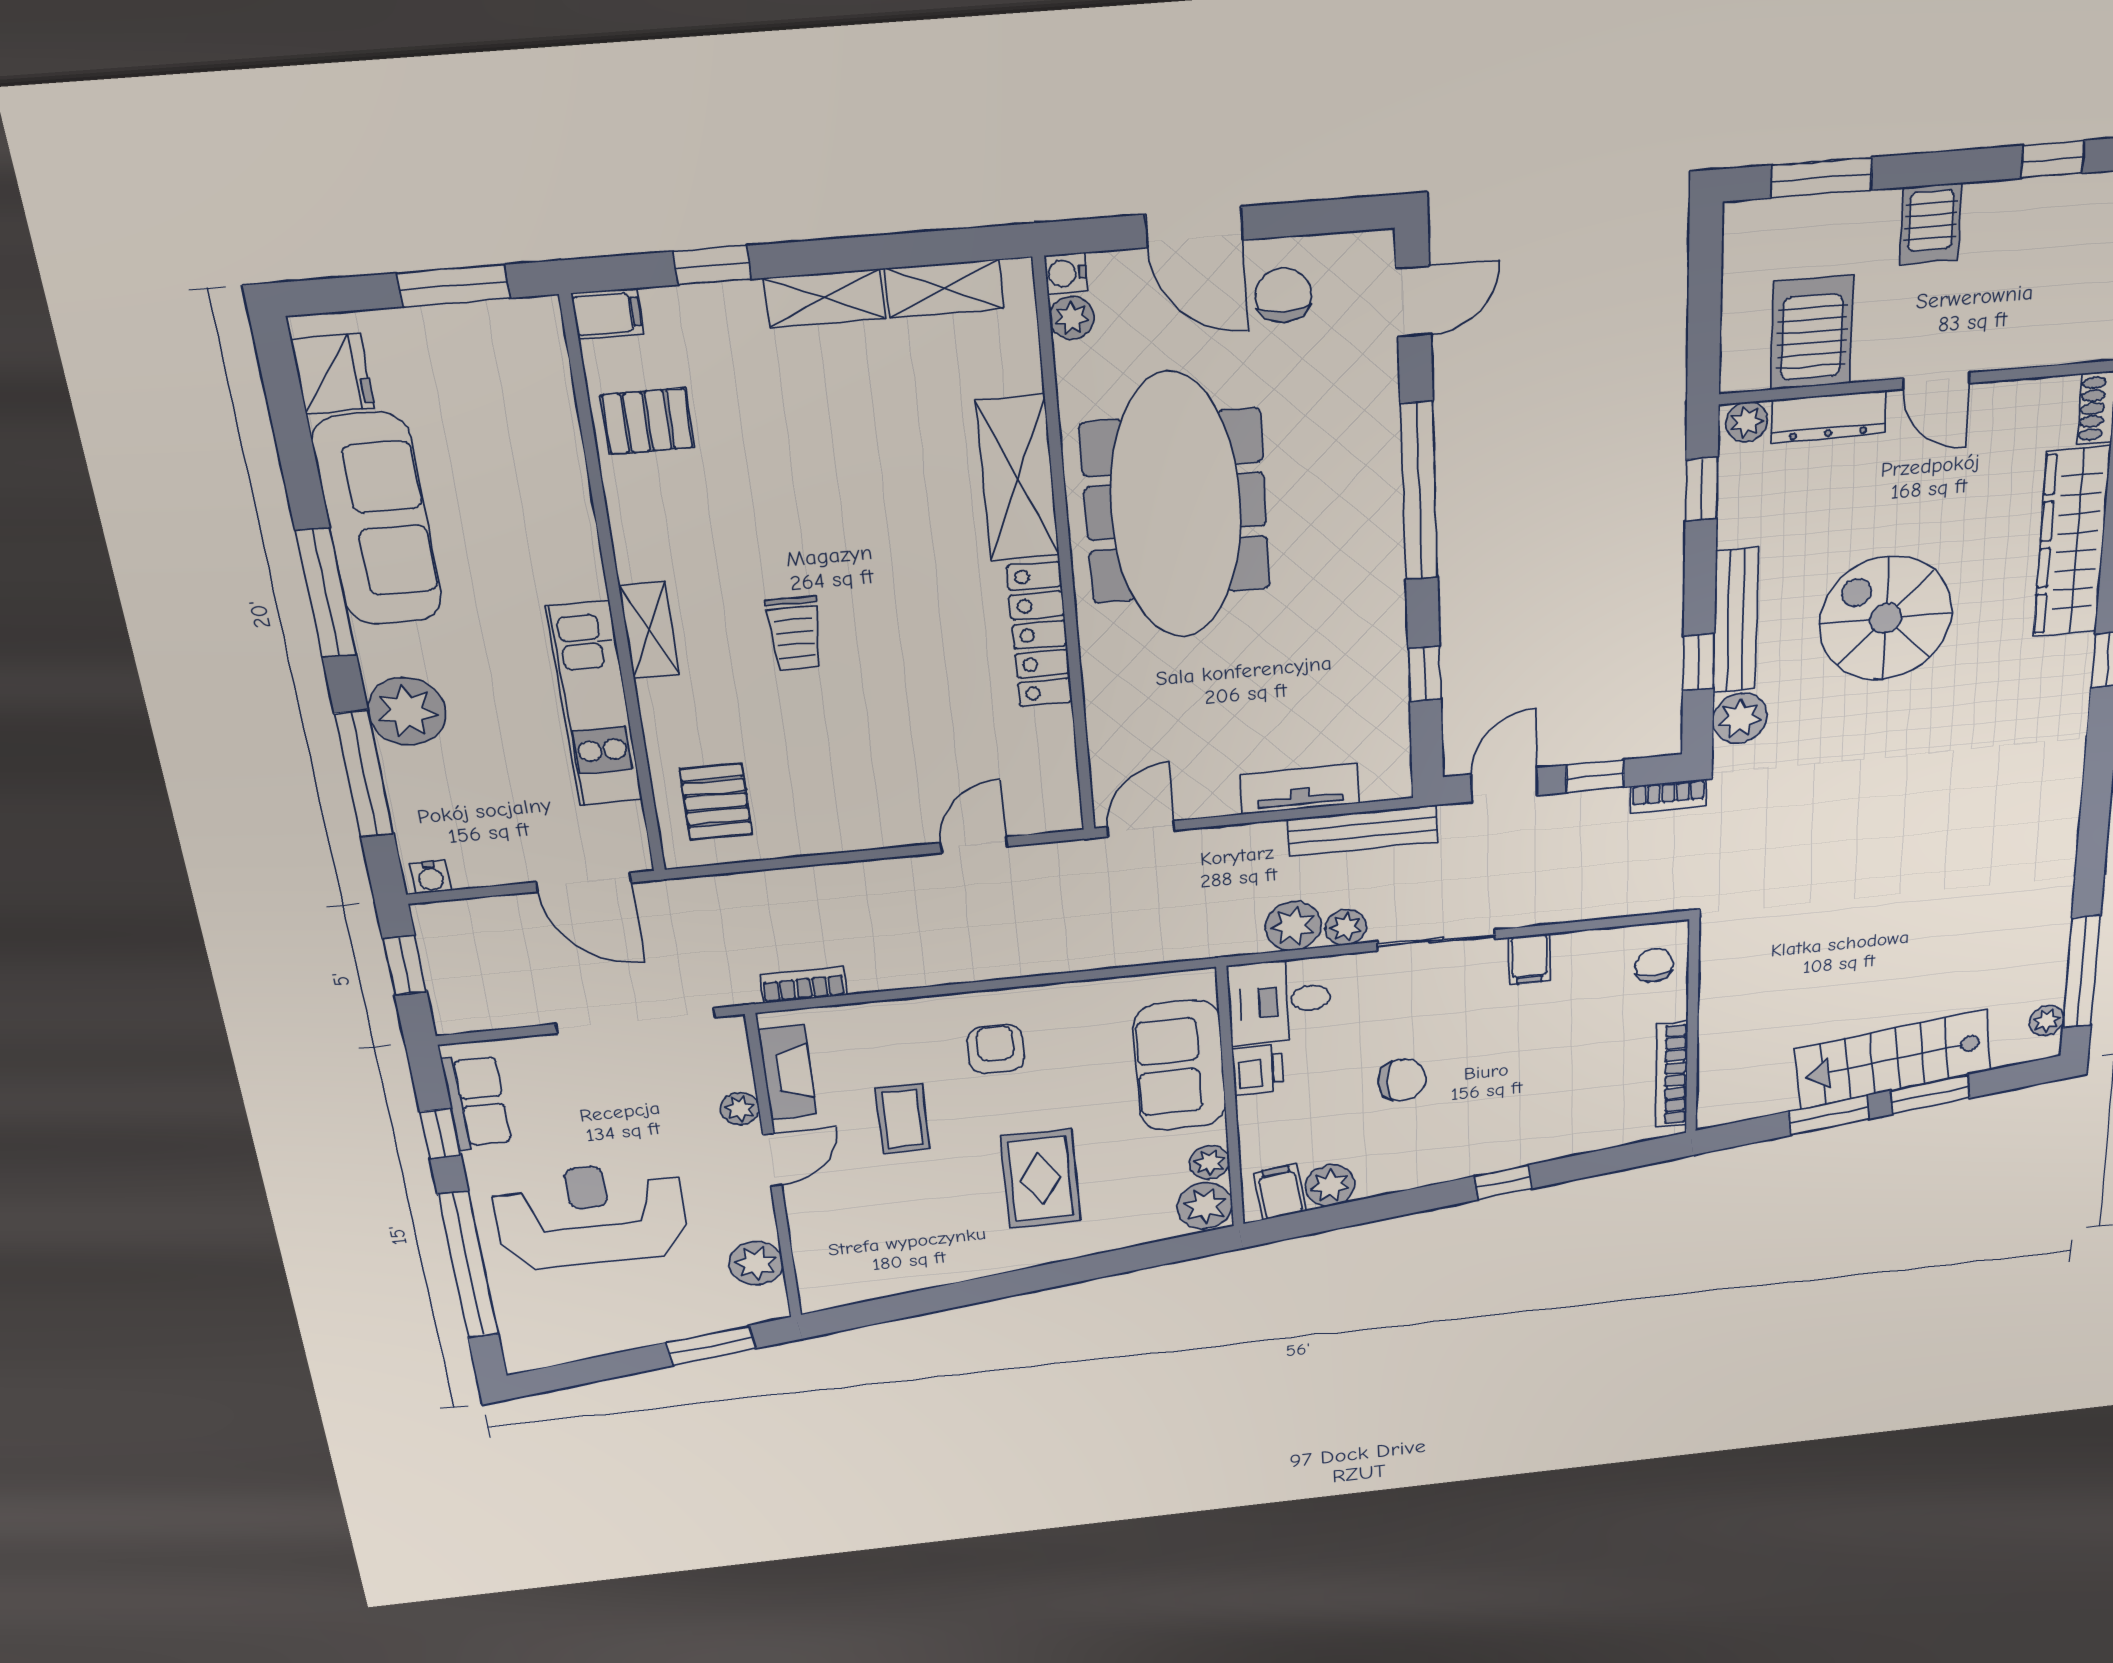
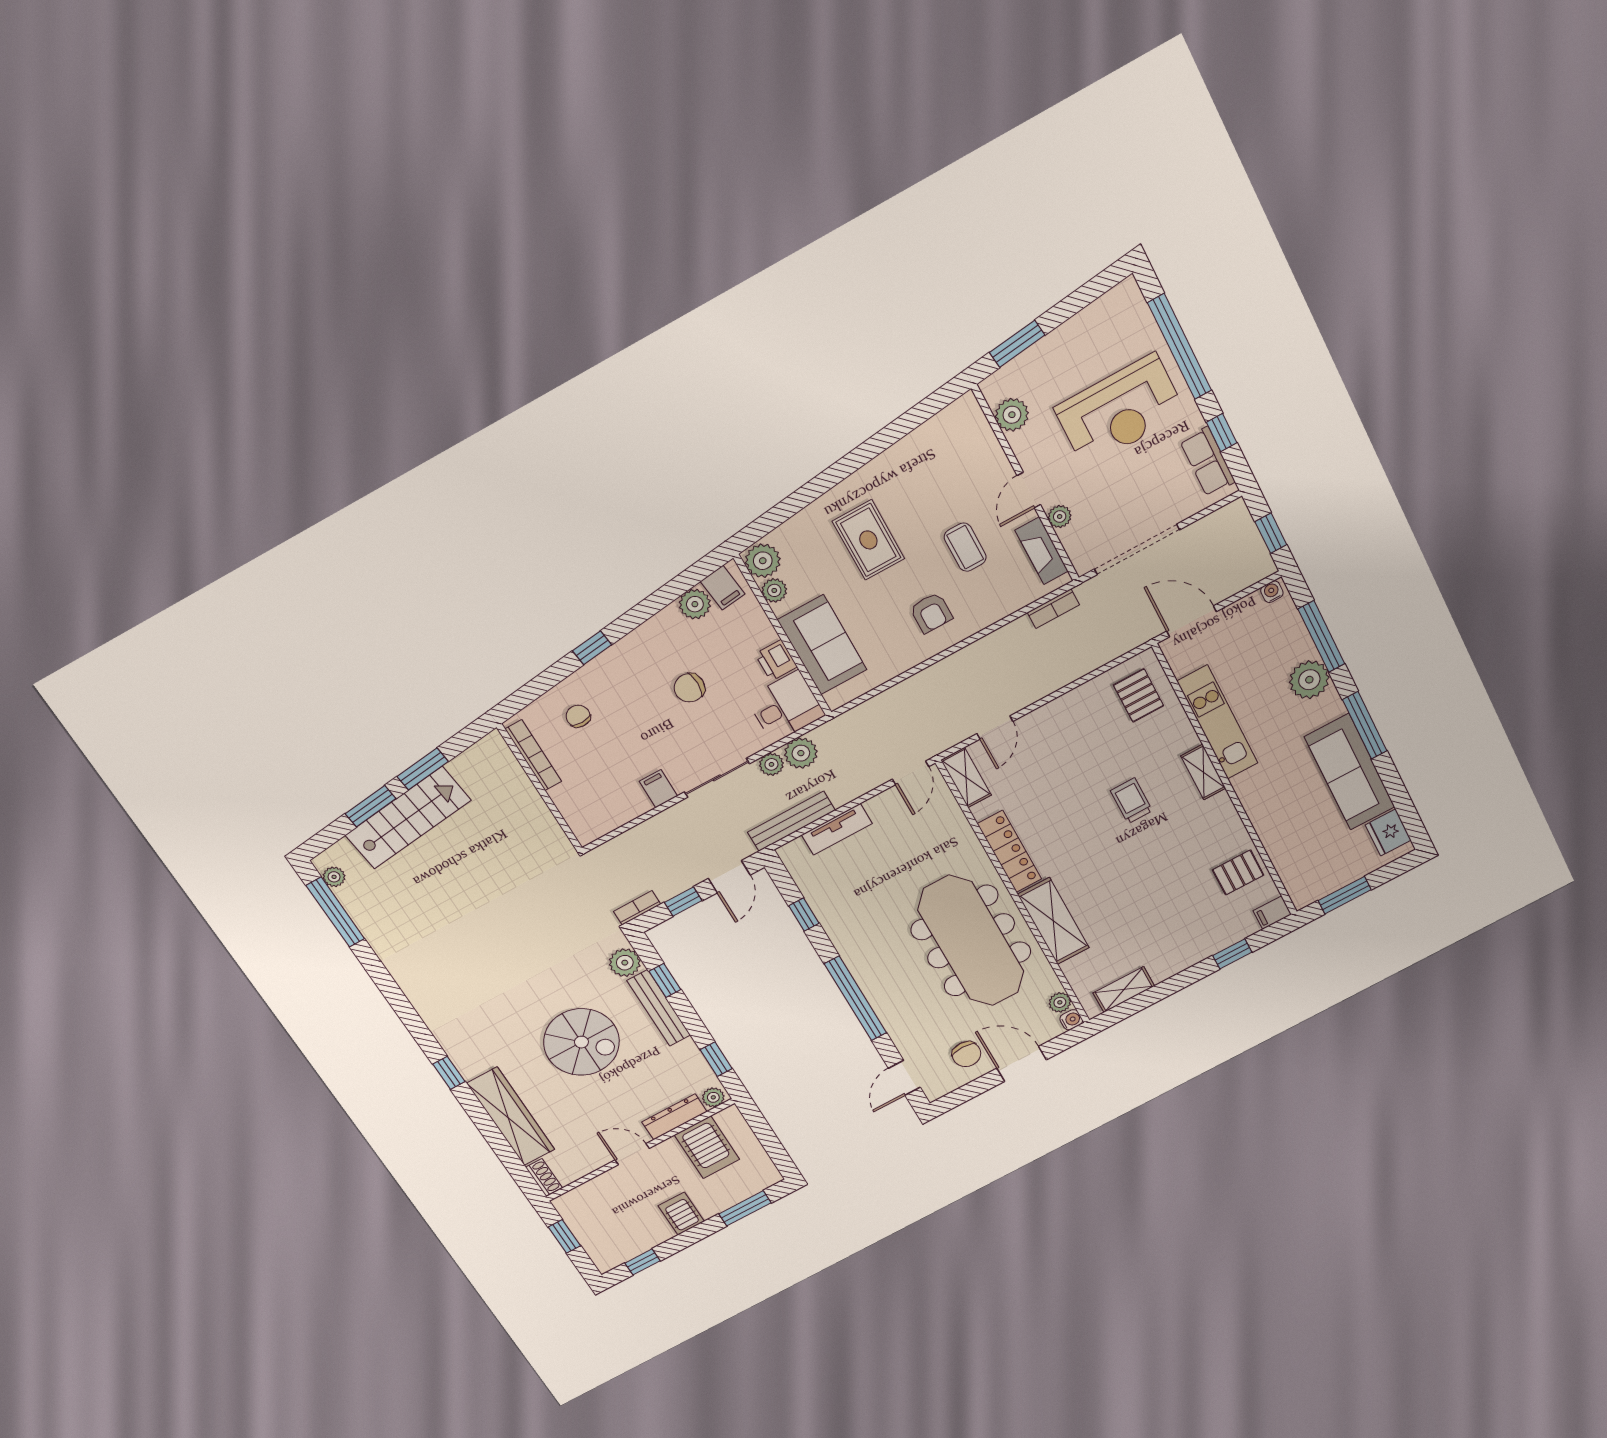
shelving: (825, 298) -> (966, 778), moved, turned 90
chair: (1654, 965) -> (578, 716), moved, turned 180

